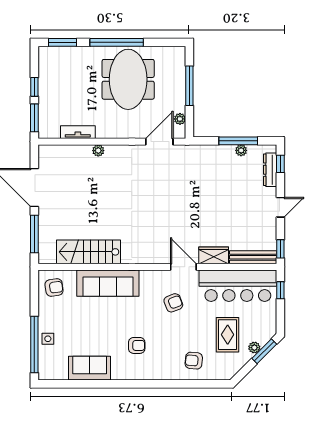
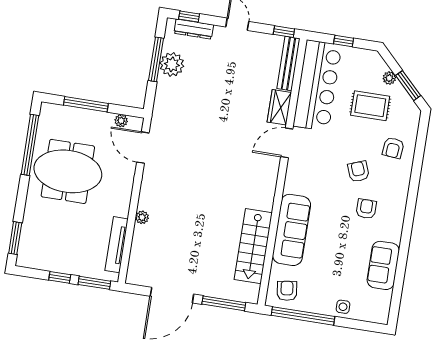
window: (117, 42) -> (30, 145), moved
tv unit: (78, 132) -> (117, 245), width x1.41
plant: (241, 150) -> (172, 64), width x1.88, depth x1.88
window: (280, 290) -> (344, 41), moved
armchair: (173, 303) -> (358, 171), moved
window: (34, 344) -> (303, 316), moved
window: (264, 351) -> (408, 86), moved

